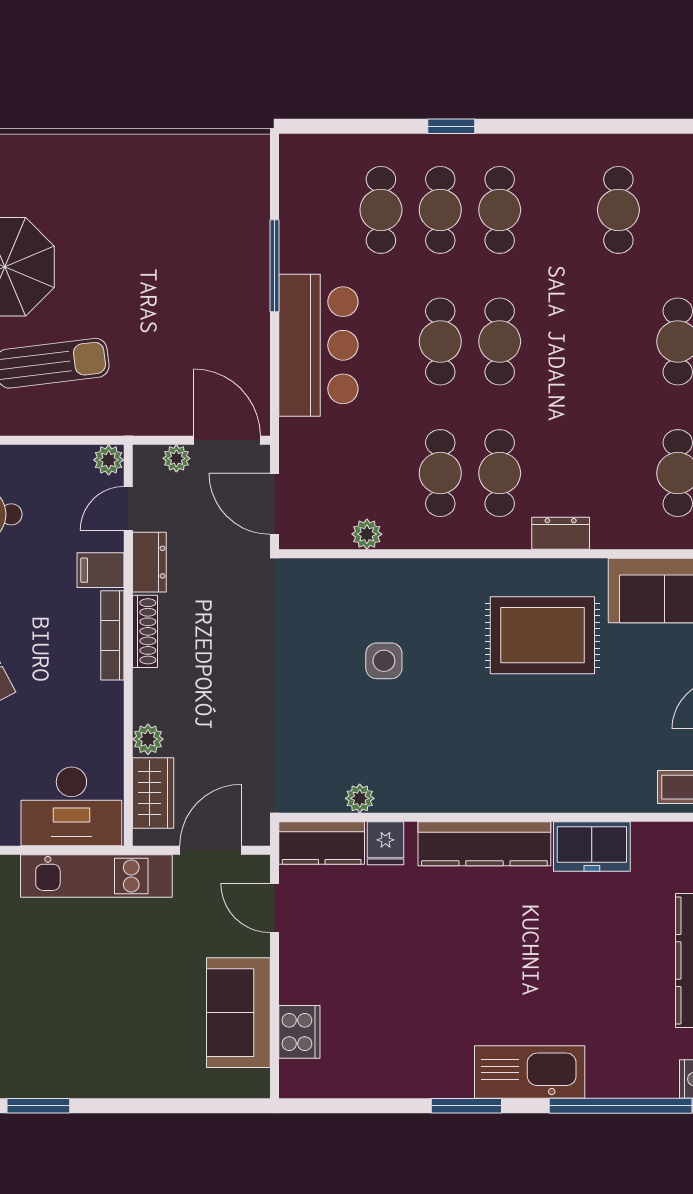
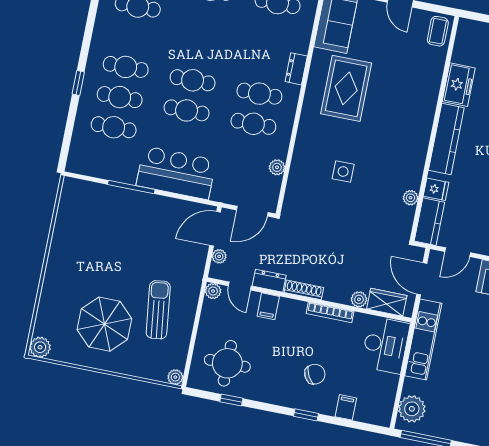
bookcase: (112, 635) -> (330, 312), moved

